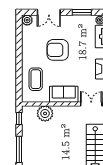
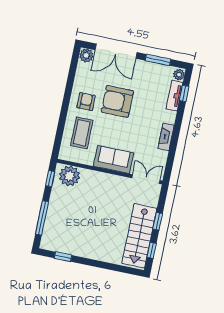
double door: (49, 12) -> (116, 51), width x1.37
armchair: (34, 55) -> (86, 102), added
plant: (45, 113) -> (70, 176), moved

